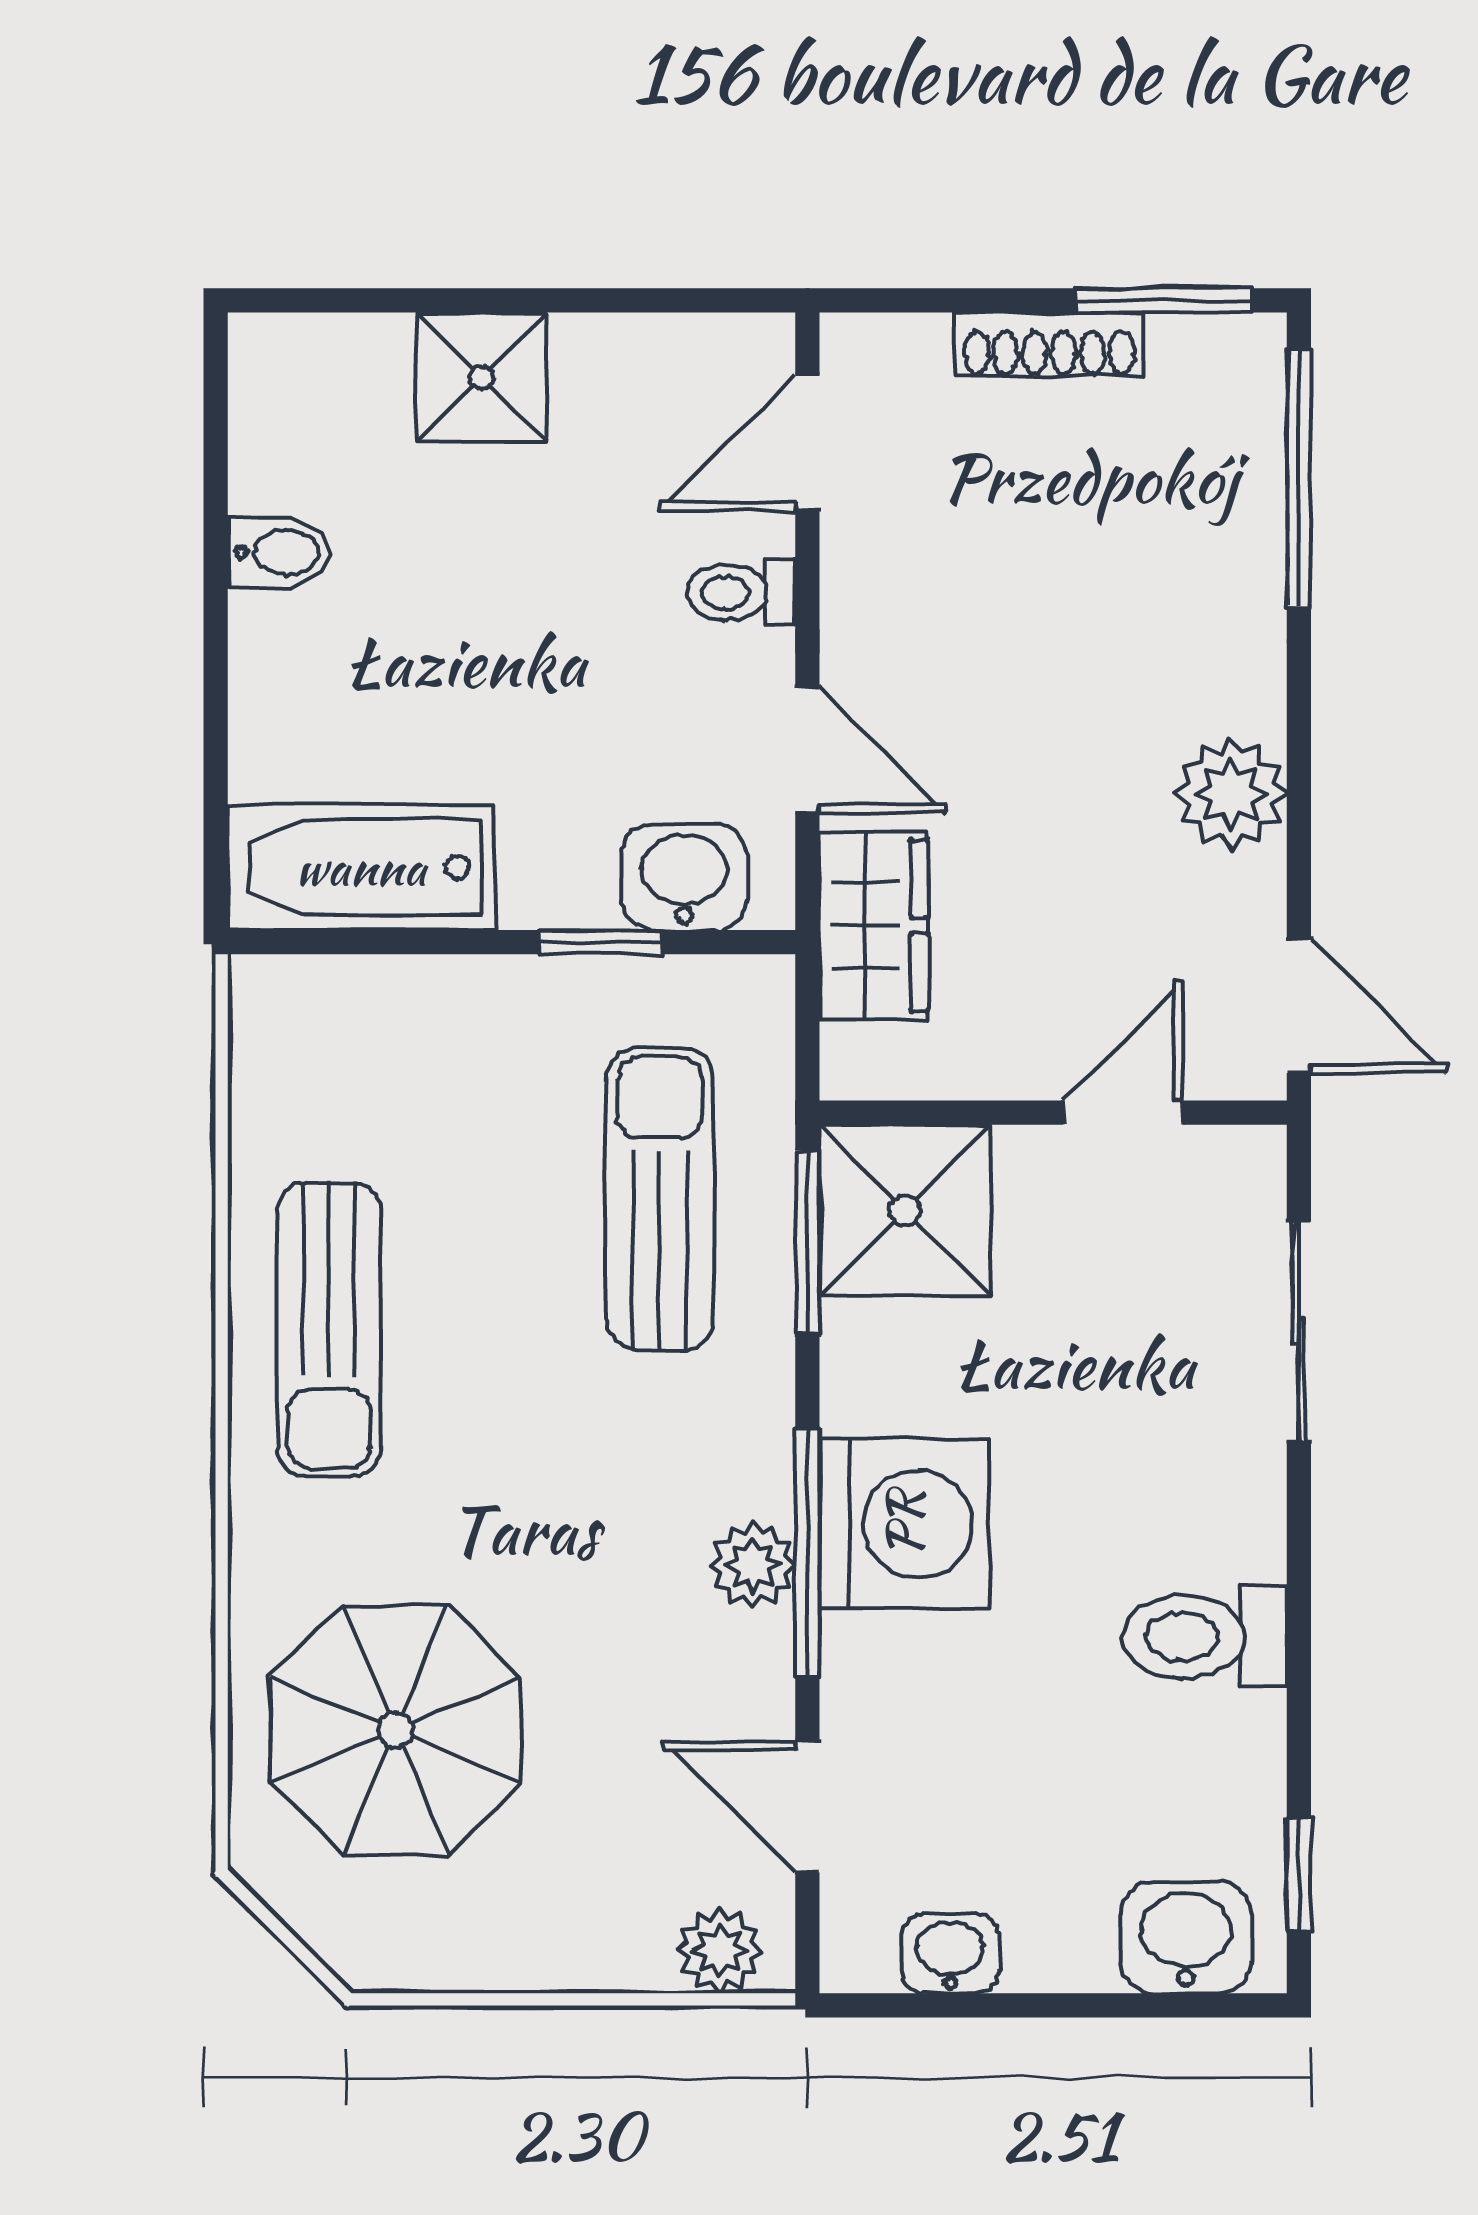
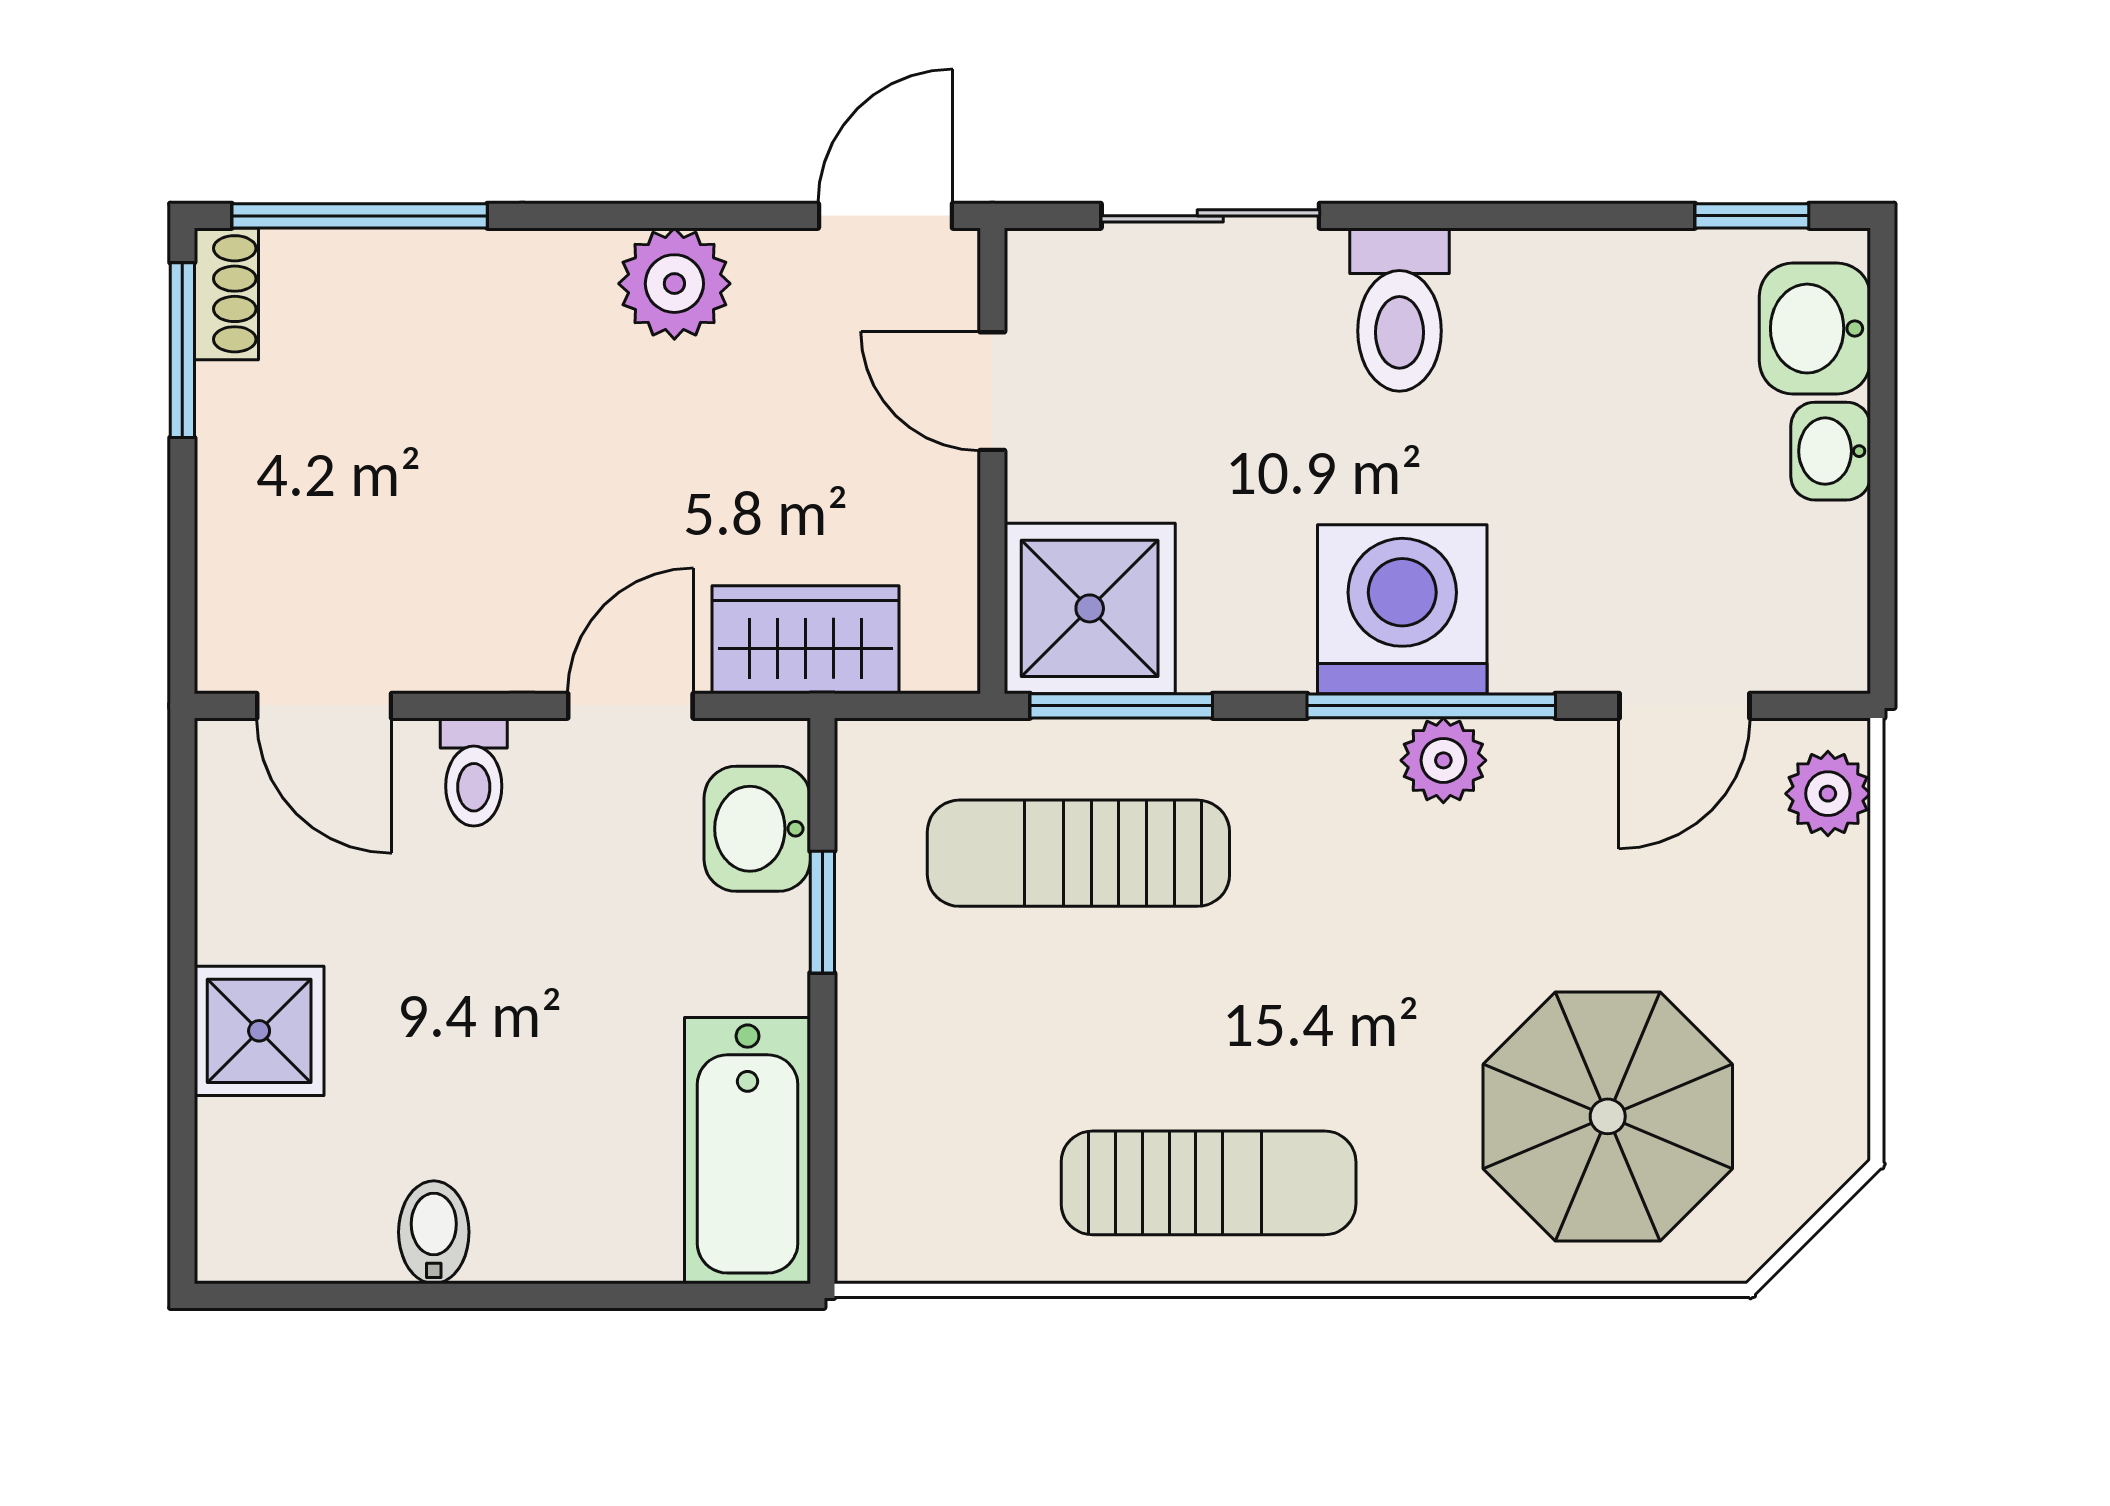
shoe rack: (1049, 344) -> (226, 294), moved, width x0.70
toilet: (1205, 1637) -> (1399, 310), moved
washbasin: (950, 1954) -> (1831, 451), moved

